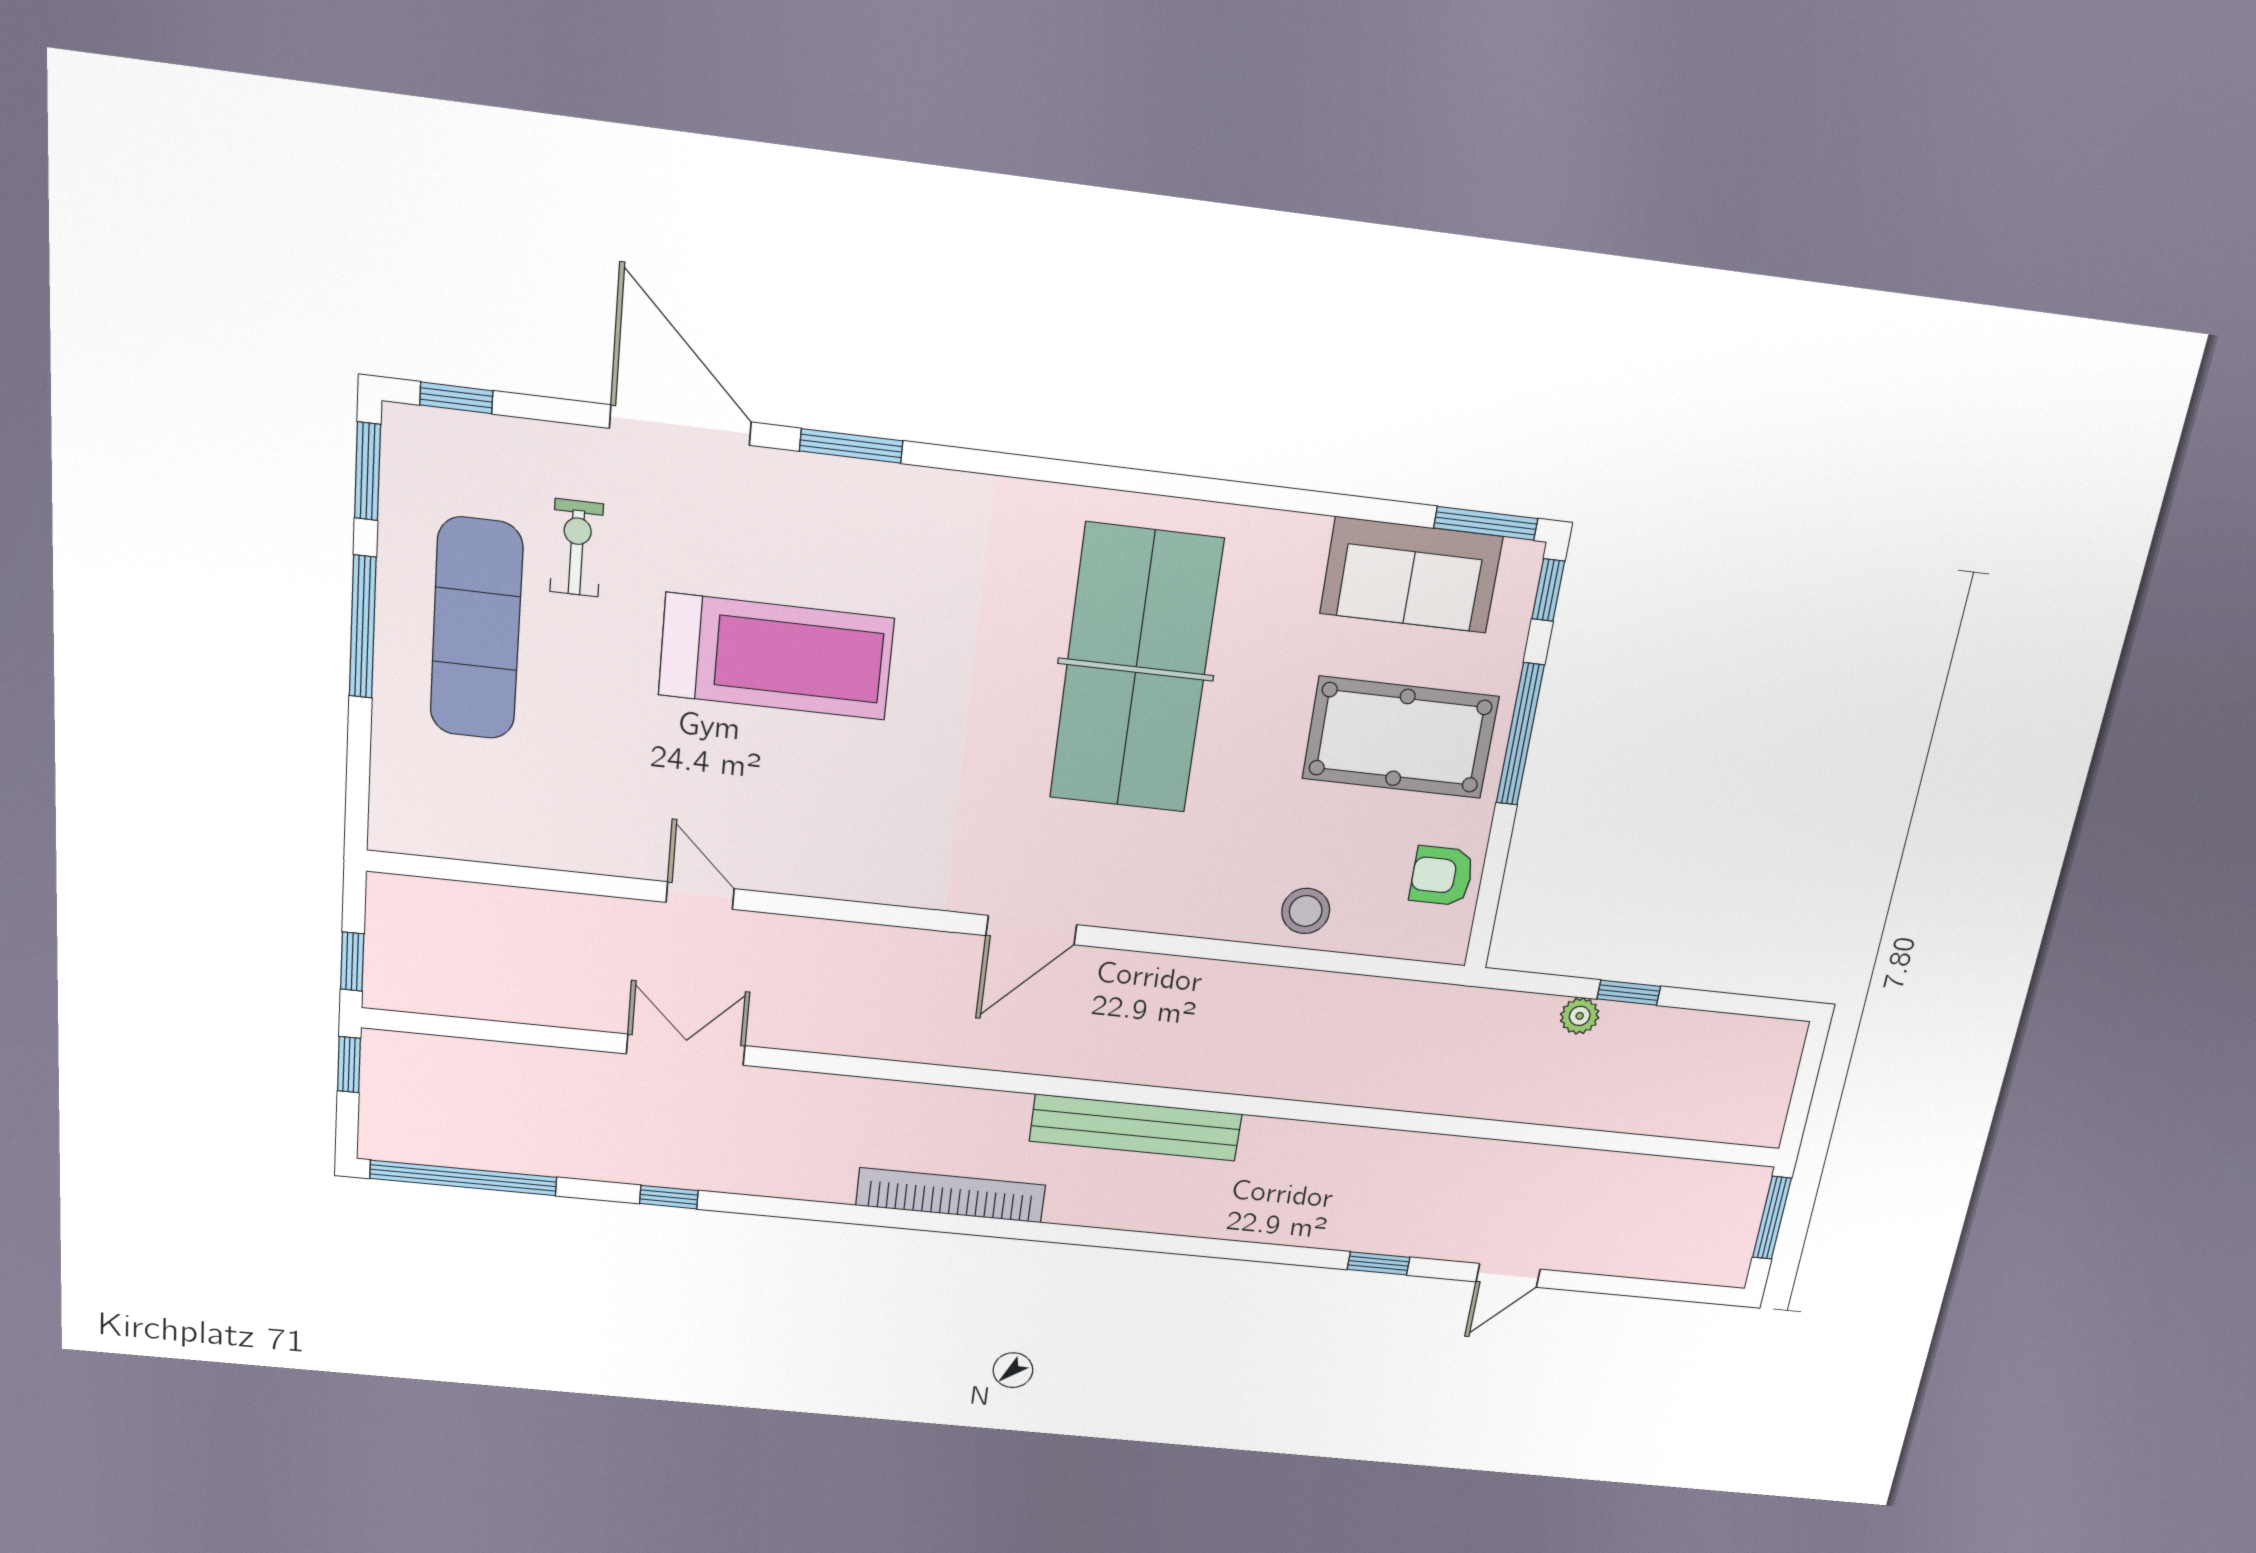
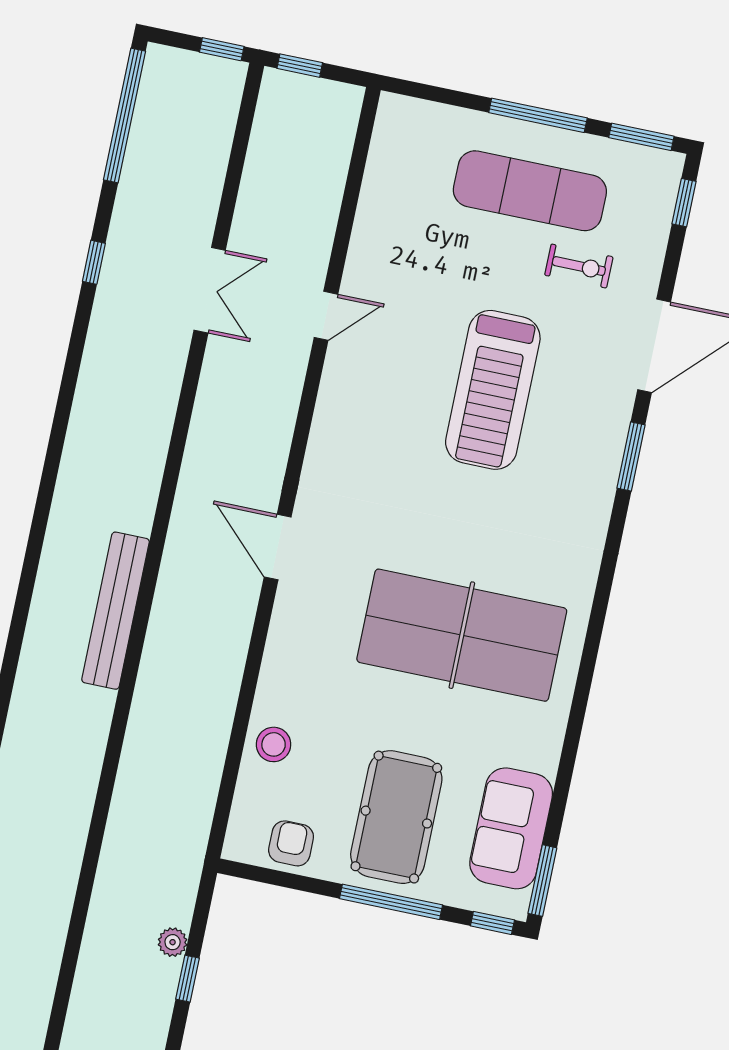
bookcase: (951, 1195) -> (74, 469), removed

